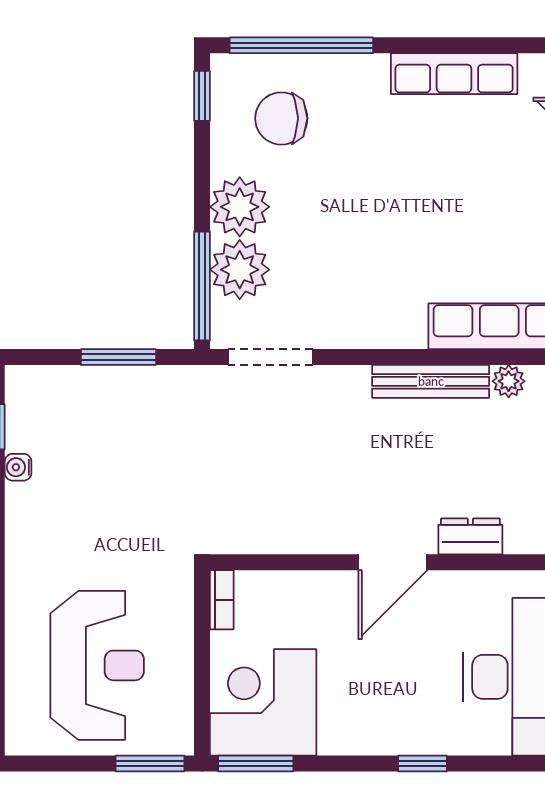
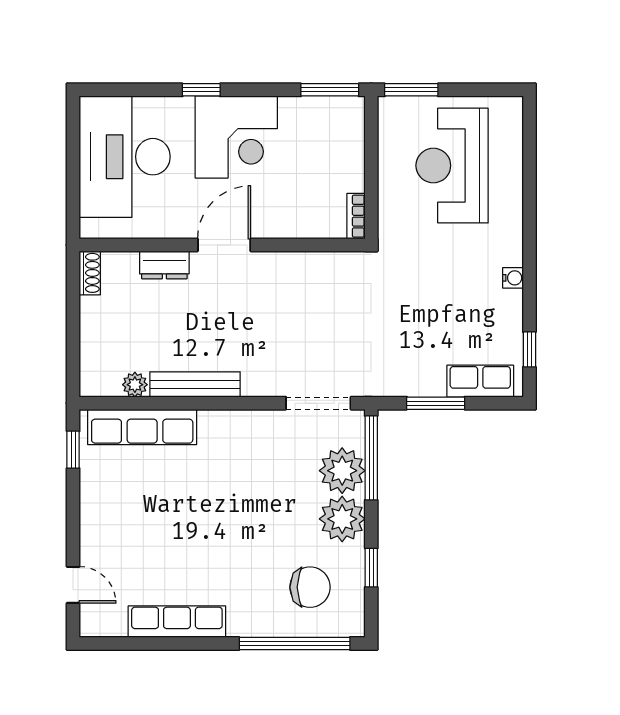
window: (202, 96) -> (371, 568), moved
row of seats: (61, 386) -> (480, 381), added
water cooler: (18, 467) -> (513, 278), moved
corner desk: (263, 702) -> (236, 137), moved

